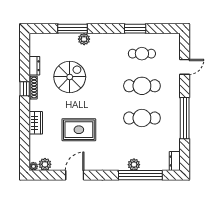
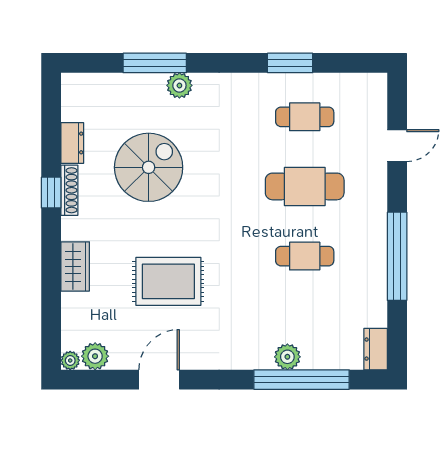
cafe table: (142, 118) -> (305, 256), width x0.73, depth x0.74

